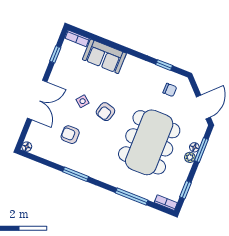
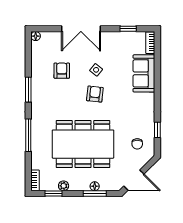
armchair: (105, 112) -> (95, 94), turned 80
plant: (190, 157) -> (64, 186), moved
window: (132, 197) -> (28, 135), moved

